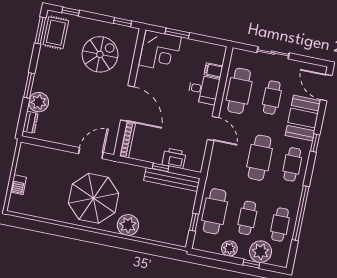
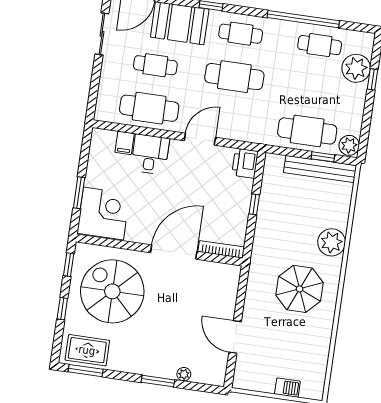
window: (71, 12) -> (62, 309), moved
sliding door: (273, 53) -> (102, 34), moved
spiral stairs: (100, 54) -> (112, 291), width x1.37, depth x1.37
plant: (39, 102) -> (184, 374), width x0.53, depth x0.53
dresser: (30, 122) -> (205, 377), removed
door: (91, 153) -> (235, 337), moved
printer: (174, 158) -> (245, 163), moved
bench: (172, 179) -> (320, 169), moved, turned 90
parasol: (94, 198) -> (300, 289), width x0.73, depth x0.73
cafe table: (247, 218) -> (313, 88), removed
plant: (229, 248) -> (349, 145), moved

